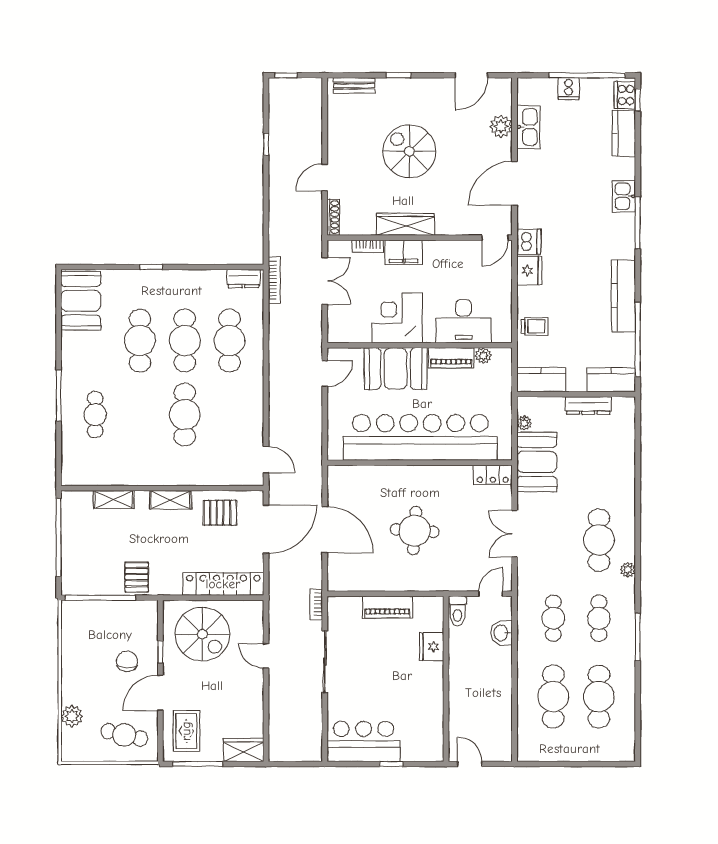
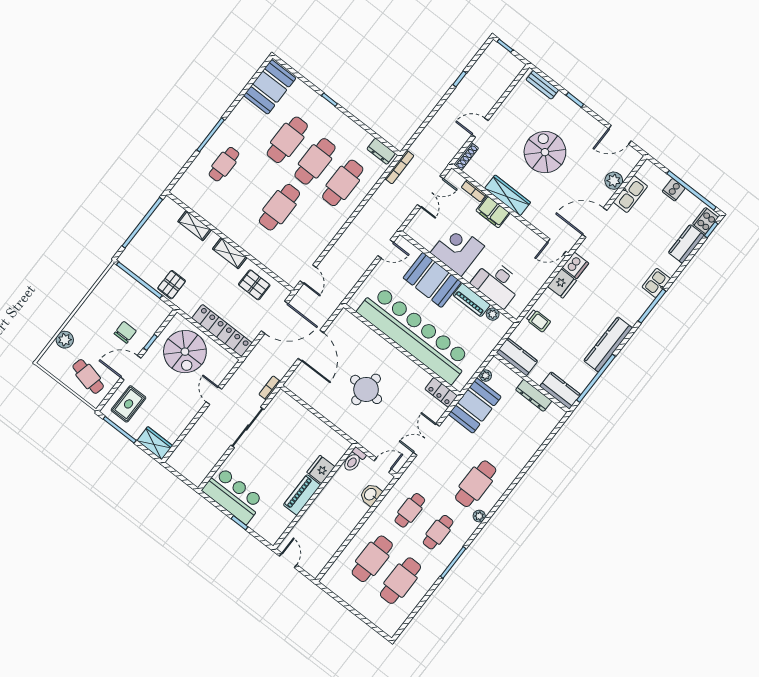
piano: (387, 607) -> (302, 495), moved, turned 90

